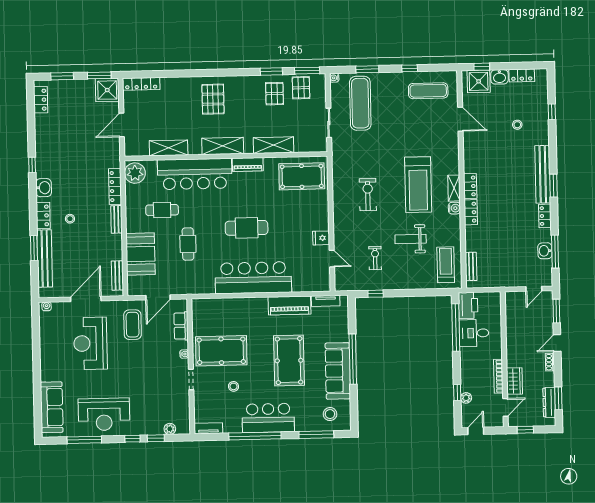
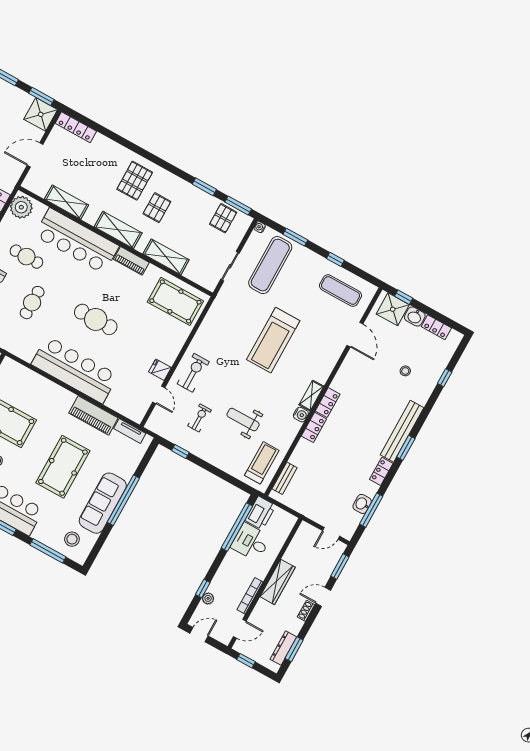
pallet: (275, 94) -> (157, 208), moved
treadmill: (418, 185) -> (273, 340), moved
exercise bike: (368, 195) -> (193, 373), moved
wardrobe: (514, 381) -> (278, 582), moved, width x1.50

